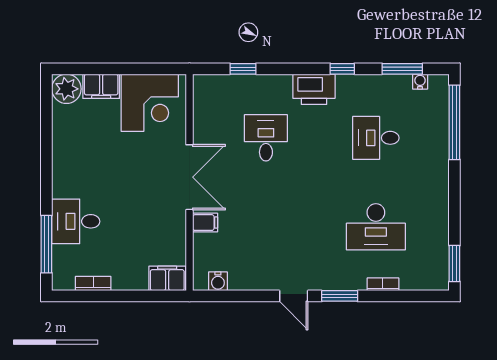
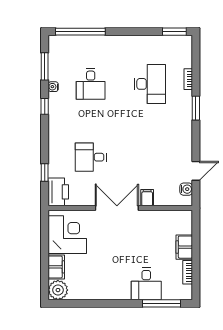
water cooler: (420, 82) -> (53, 87), moved
printer: (314, 89) -> (58, 192), moved
filing cabinet: (167, 278) -> (184, 247), moved
door: (294, 296) -> (196, 171), moved

